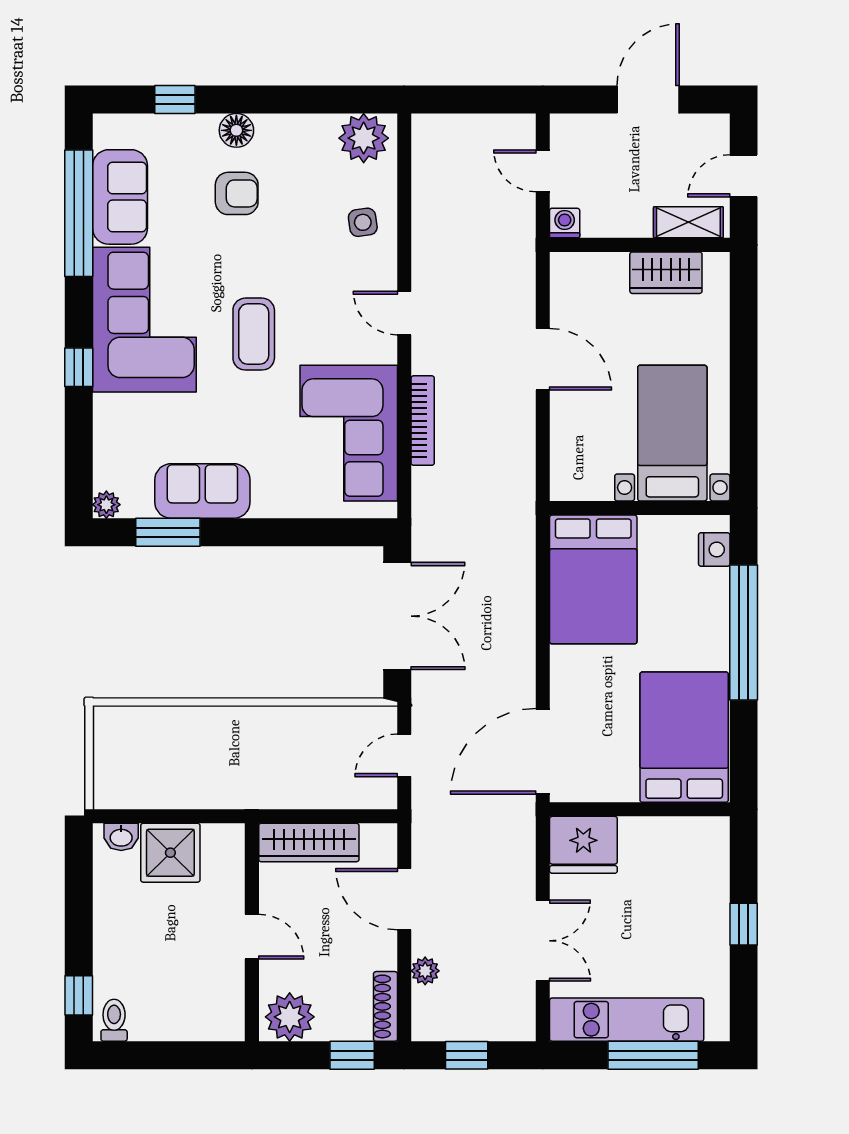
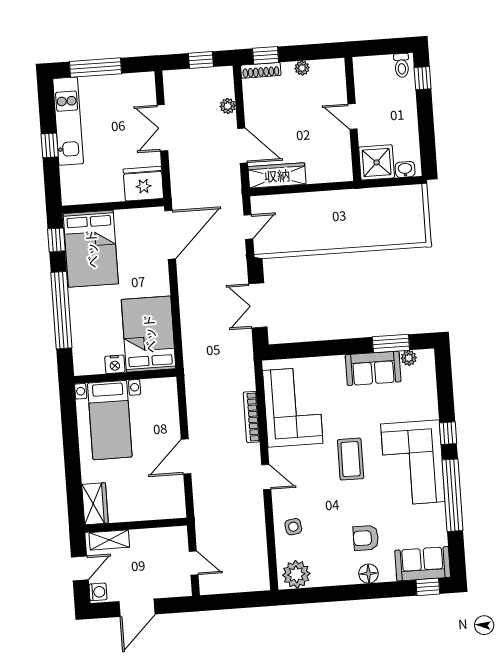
window: (175, 99) -> (428, 587), moved
sofa: (120, 197) -> (423, 564), moved, turned 90
window: (79, 213) -> (453, 495), moved
washing machine: (565, 223) -> (98, 592), moved, turned -90
wardrobe: (666, 273) -> (95, 504), moved, turned 90
door: (543, 359) -> (186, 457), hinge flipped
plant: (106, 505) -> (409, 358), moved
nightstand: (714, 550) -> (115, 364), moved, turned -90
double door: (397, 616) -> (258, 305), width x0.73
window: (744, 757) -> (56, 240), added
wardrobe: (309, 843) -> (277, 175), moved
wall: (252, 932) -> (353, 119), moved
door: (252, 937) -> (353, 116), moved
shoe rack: (385, 1006) -> (261, 70), moved, turned 90
plant: (290, 1017) -> (302, 68), width x0.53, depth x0.53
kitchen unit: (627, 1020) -> (68, 121), moved, turned -90

